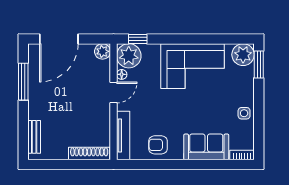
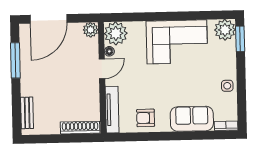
window: (138, 39) -> (124, 17), removed

